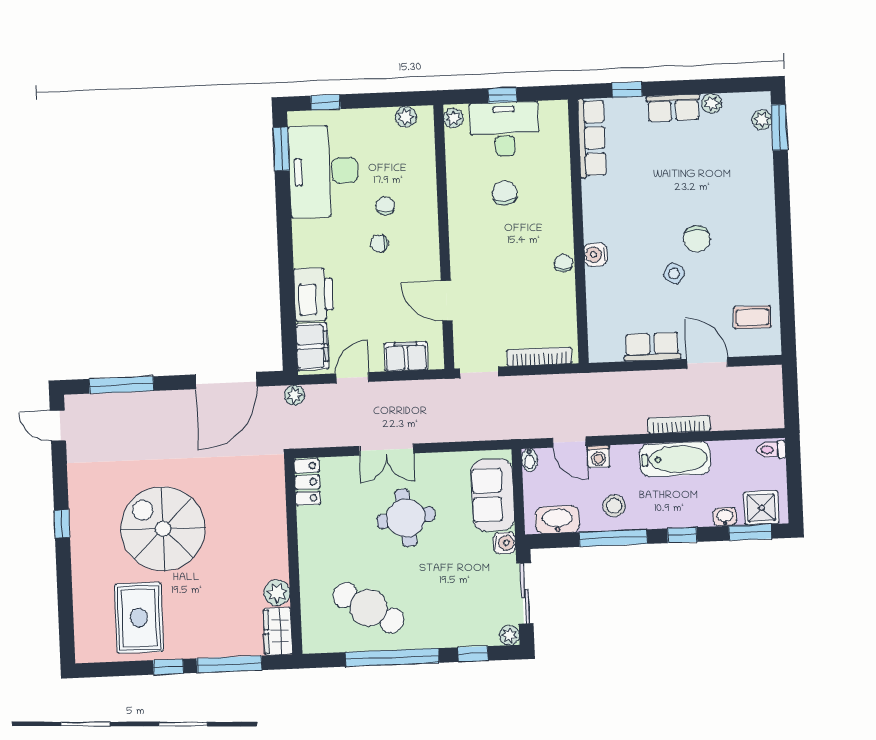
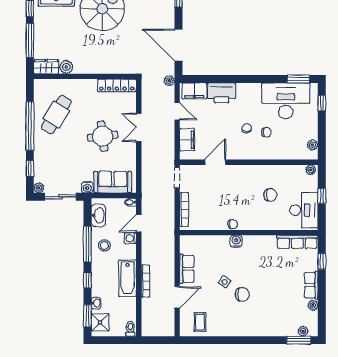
desk: (505, 129) -> (304, 210), moved
chair: (697, 239) -> (242, 294), turned 180
locker: (307, 482) -> (117, 85), width x1.53

